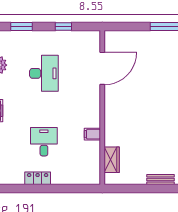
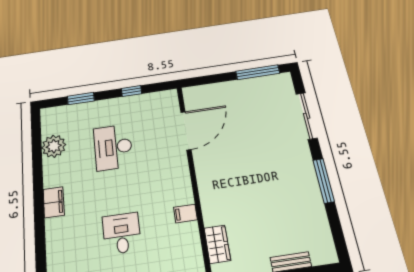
desk: (44, 73) -> (113, 147), turned 180

